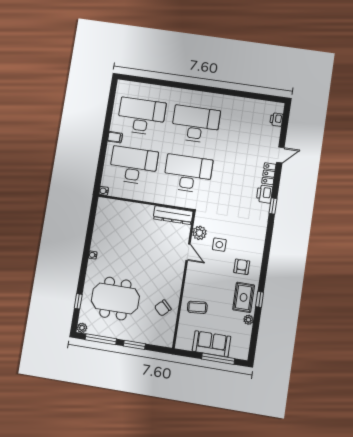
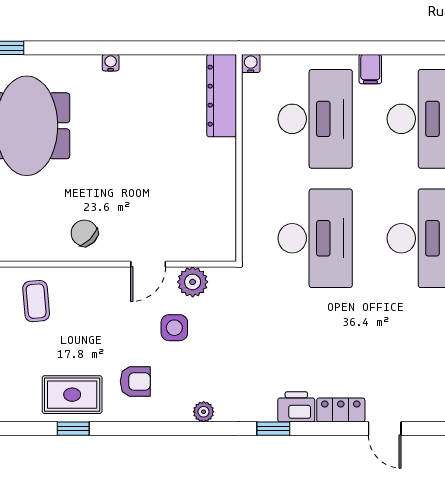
dresser: (173, 215) -> (222, 96), moved
chair: (163, 308) -> (84, 233), moved
plant: (249, 320) -> (204, 412), moved

